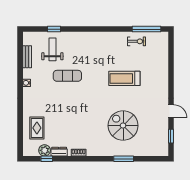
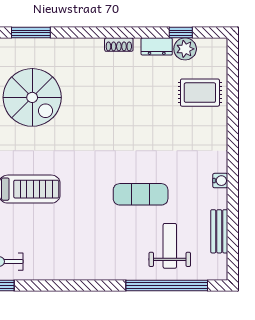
window: (54, 29) -> (167, 285), width x3.17
weight bench: (52, 49) -> (170, 246), turned 180
rug: (37, 128) -> (200, 93), turned 90

